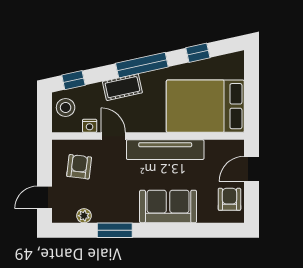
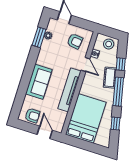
window: (73, 80) -> (121, 64), moved
door: (113, 136) -> (85, 65), hinge flipped
window: (115, 230) -> (39, 37), moved

